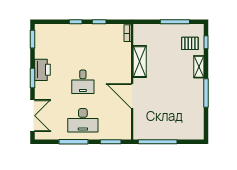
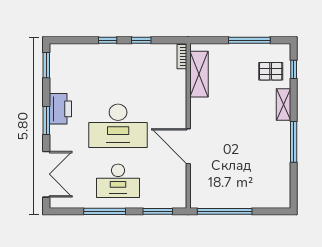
shelving: (140, 62) -> (199, 74), moved
desk: (83, 82) -> (118, 126), width x1.87, depth x1.30

